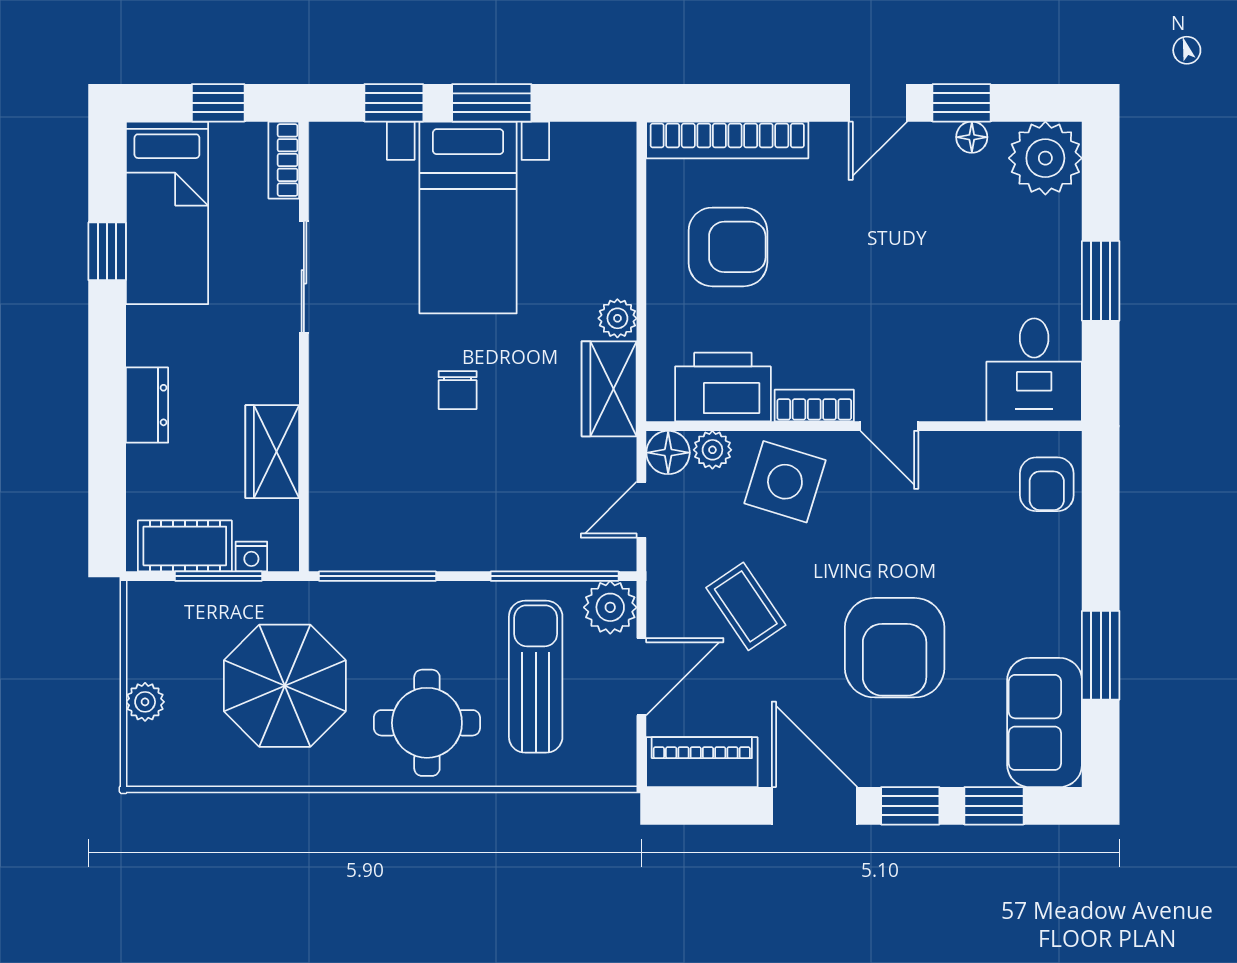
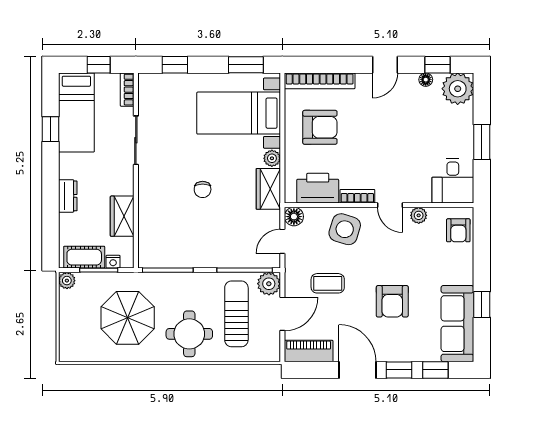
window: (492, 103) -> (246, 65), moved
window: (961, 103) -> (438, 65), moved
bed with nightstands: (468, 217) -> (239, 113), moved, turned 90
plant: (712, 450) -> (419, 215), moved
coffee table: (746, 606) -> (328, 283), turned -56
armchair: (895, 648) -> (392, 301), width x0.73, depth x0.73
window: (1101, 655) -> (482, 305), width x0.67
plant: (145, 702) -> (67, 281), moved
sofa: (1045, 722) -> (457, 324), width x1.36

